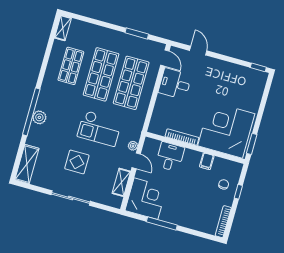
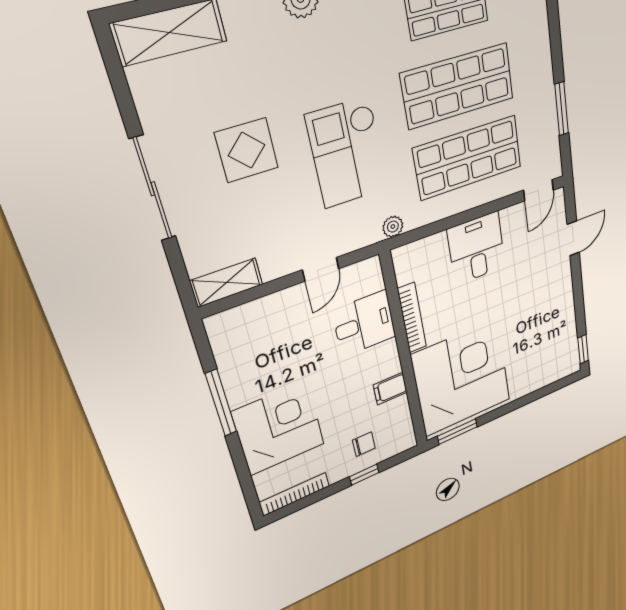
desk: (175, 84) -> (477, 248), moved
plant: (133, 146) -> (393, 227), moved
shelving: (121, 182) -> (227, 283), moved
corner desk: (146, 199) -> (279, 428), moved, turned -90

